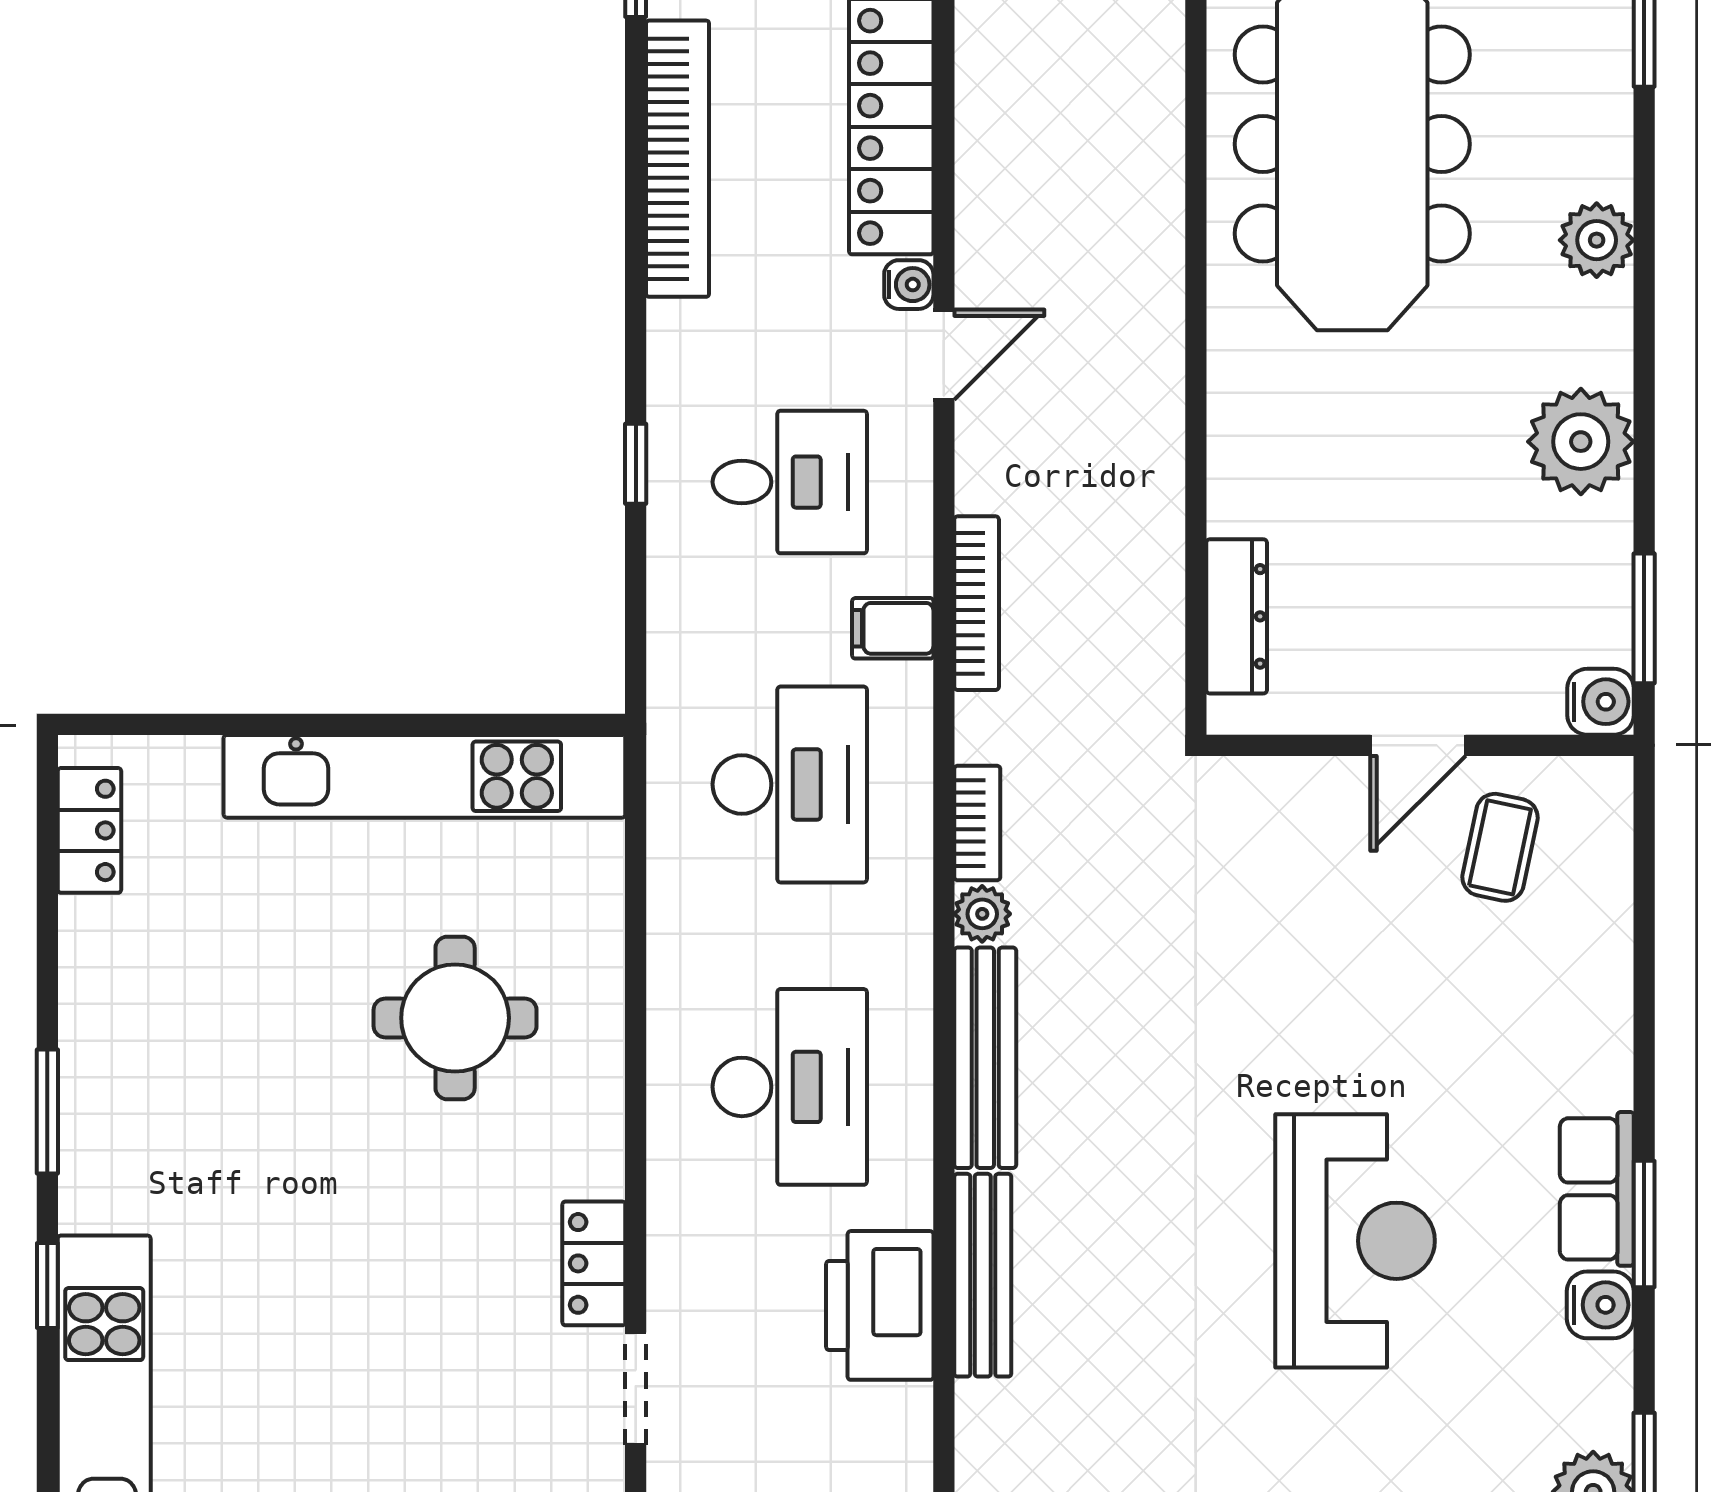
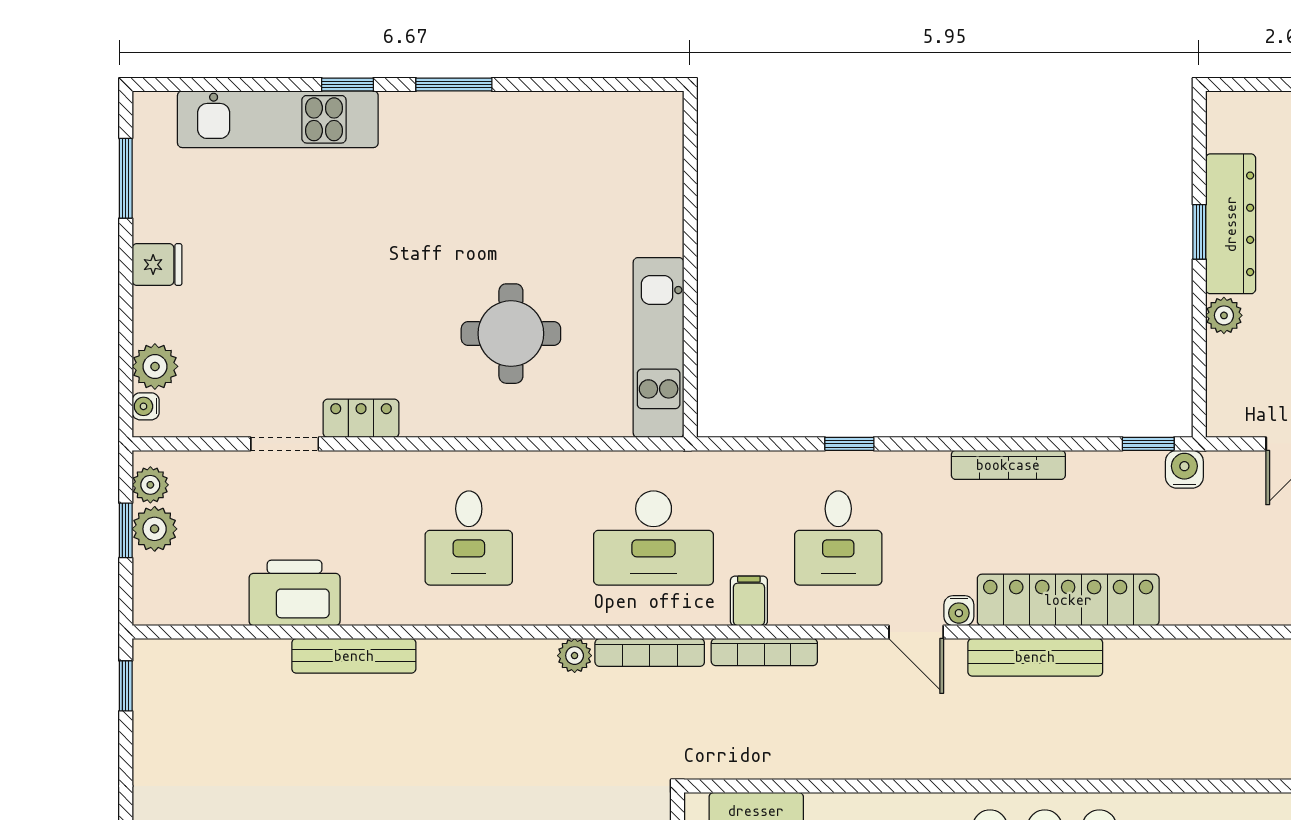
bookcase: (678, 159) -> (1008, 465), width x0.68, depth x0.76
kitchen unit: (424, 776) -> (659, 348), width x0.73
bookcase: (977, 823) -> (650, 652), width x1.56
locker: (89, 830) -> (625, 110), removed
bench: (985, 1058) -> (1035, 657), moved
desk: (790, 1087) -> (469, 538), width x0.73
printer: (880, 1305) -> (295, 593), moved

